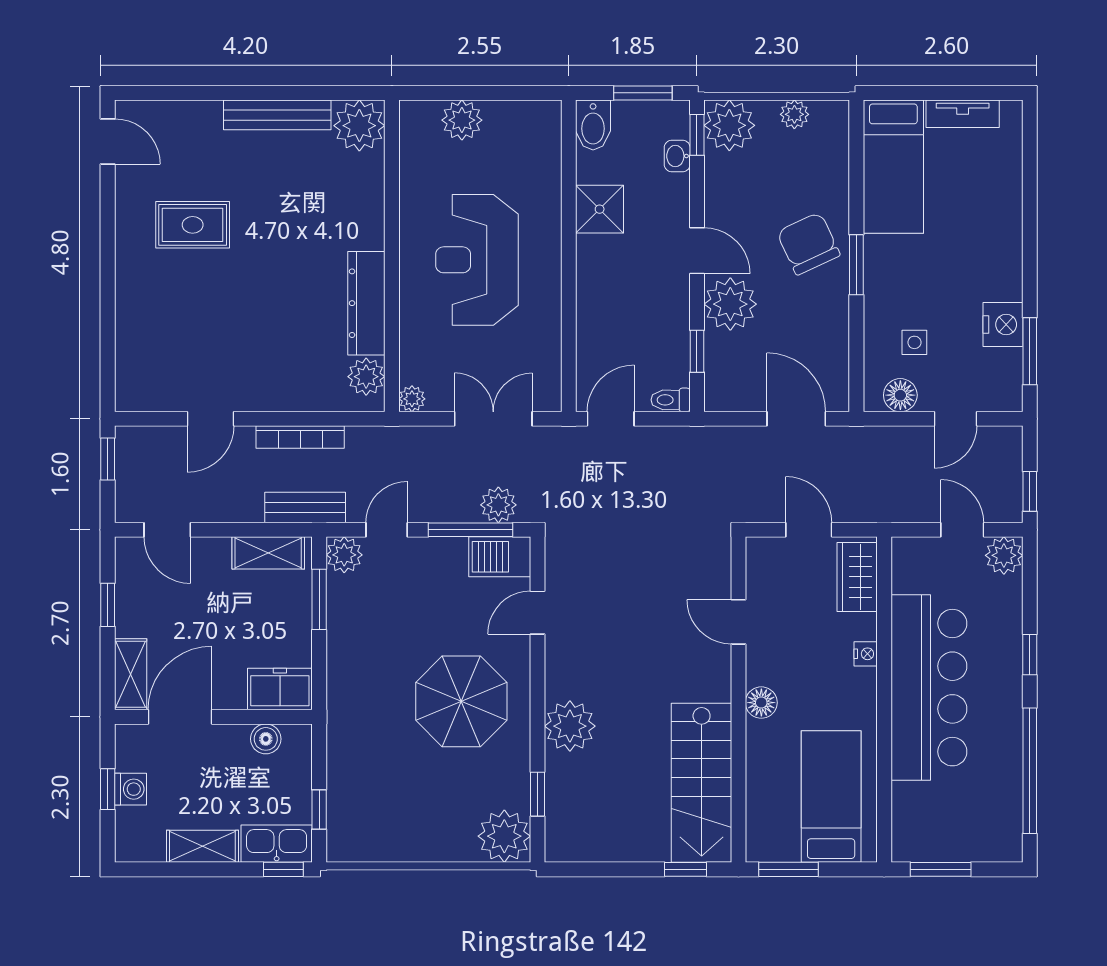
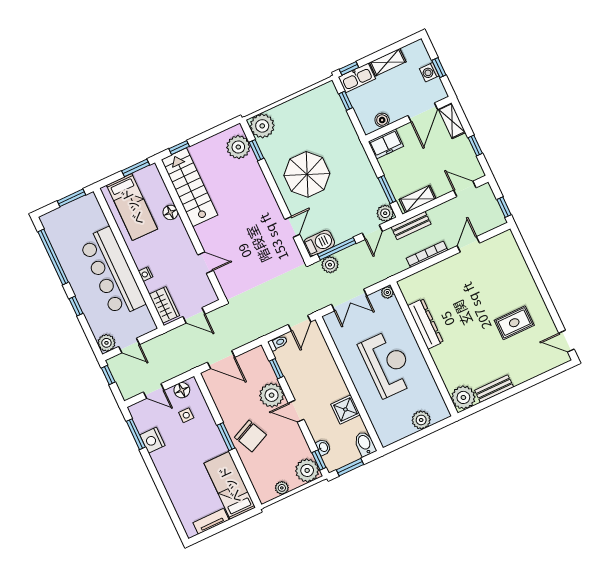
bench: (277, 115) -> (494, 389), width x0.73
plant: (366, 377) -> (411, 293), removed
door: (956, 419) -> (154, 391), swing flipped
floor lamp: (761, 703) -> (170, 212), moved
plant: (570, 726) -> (238, 147), moved

